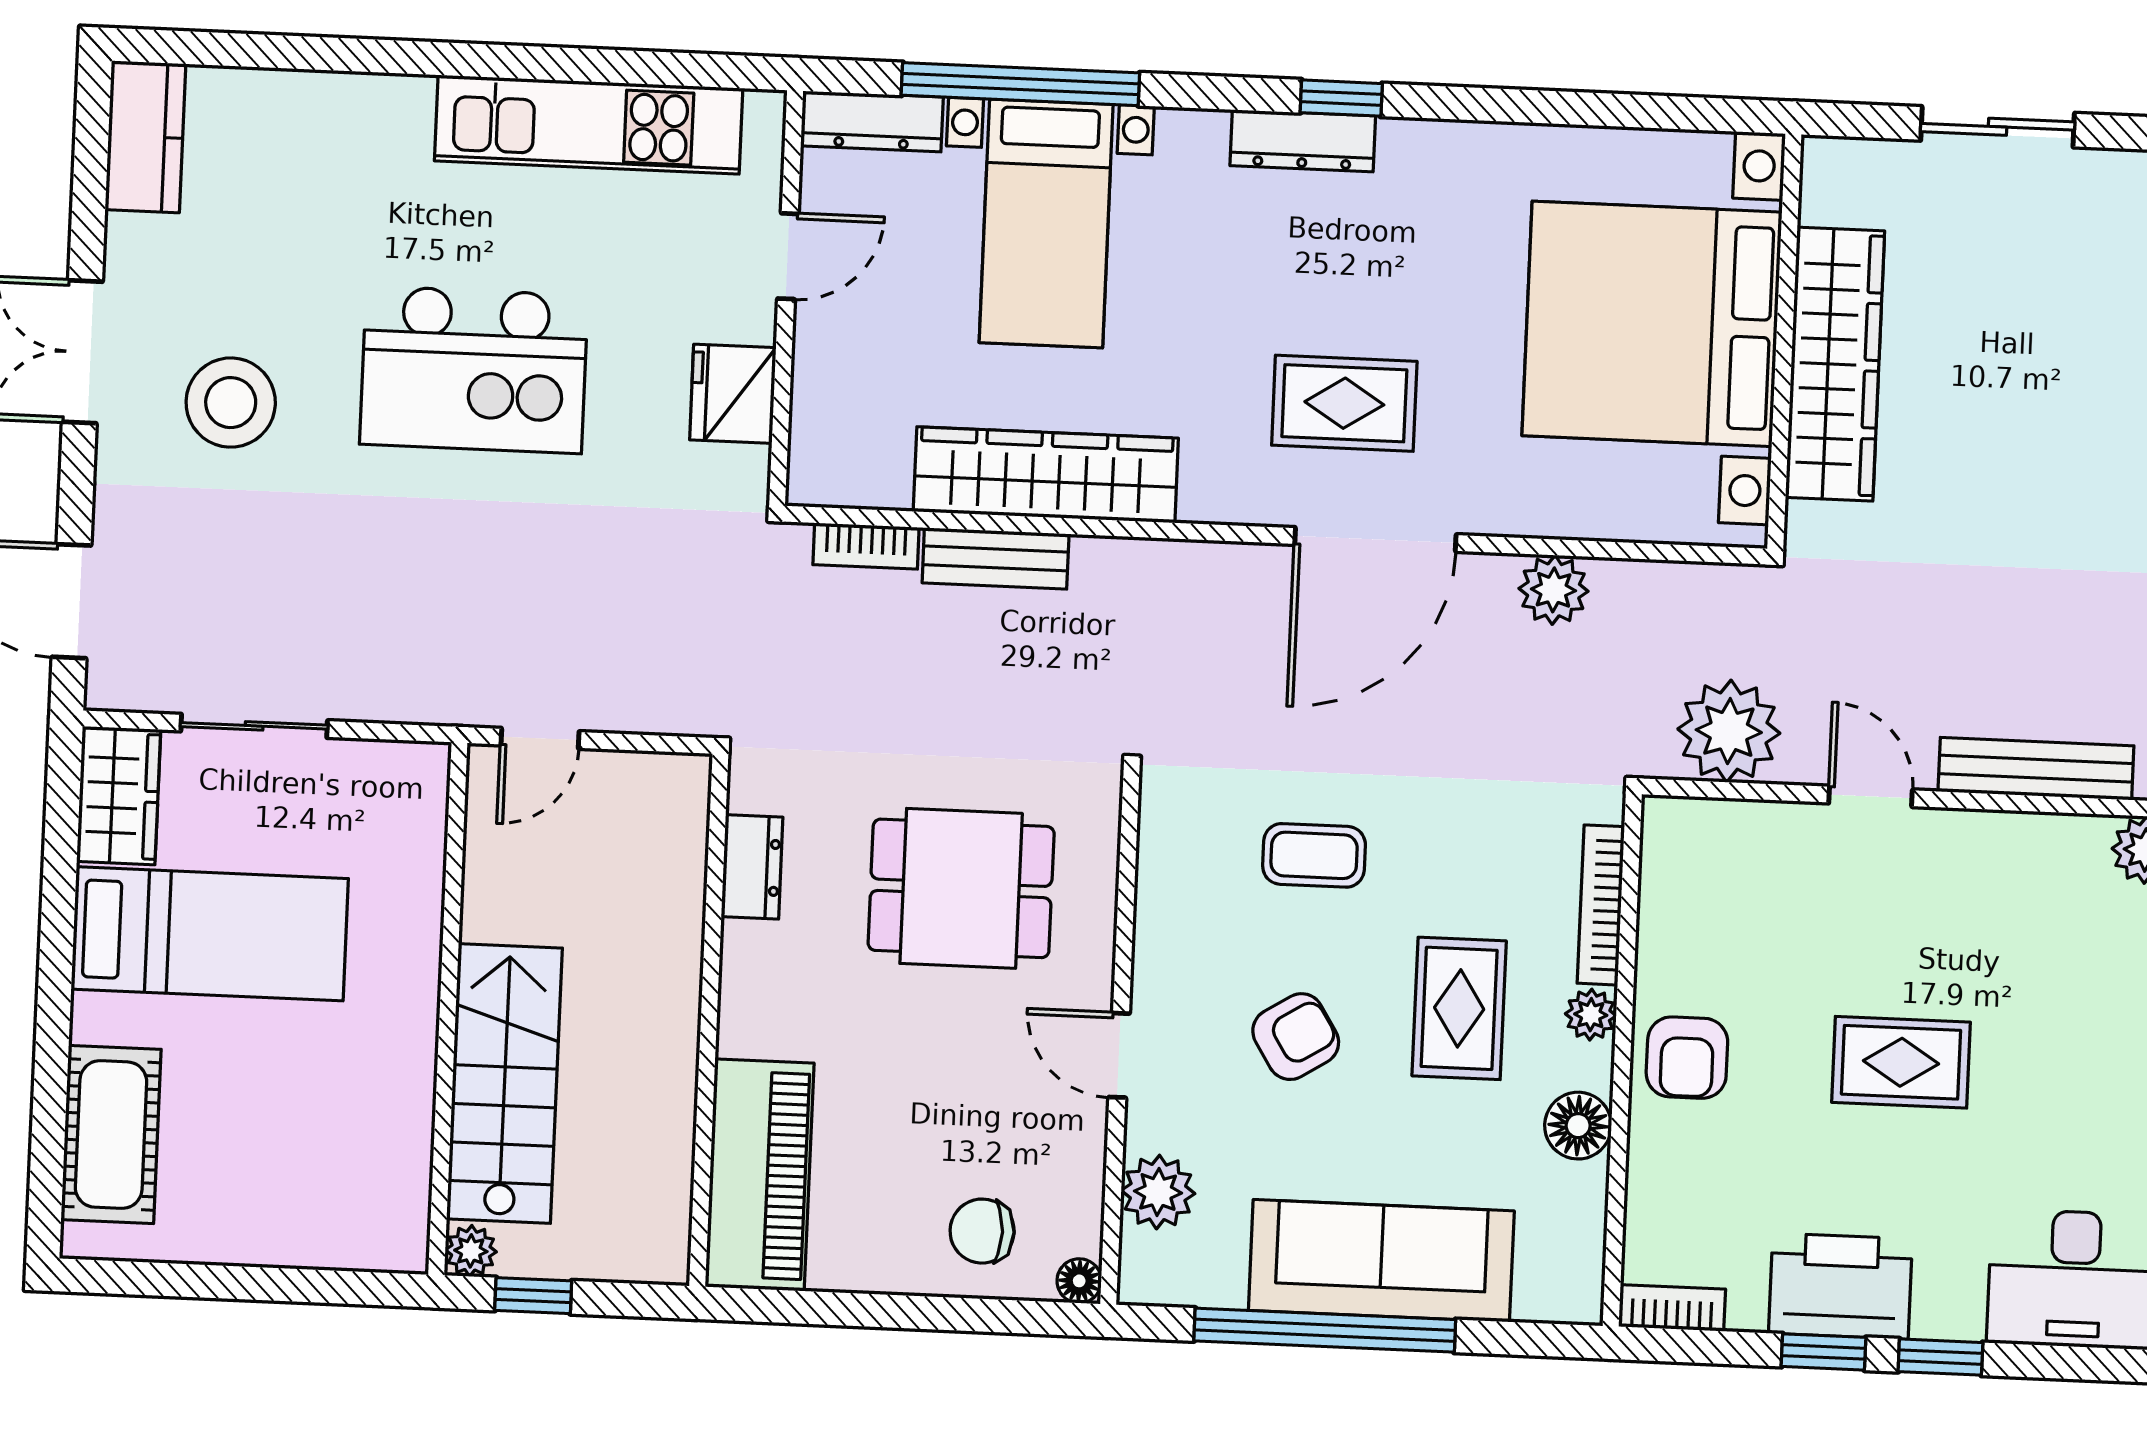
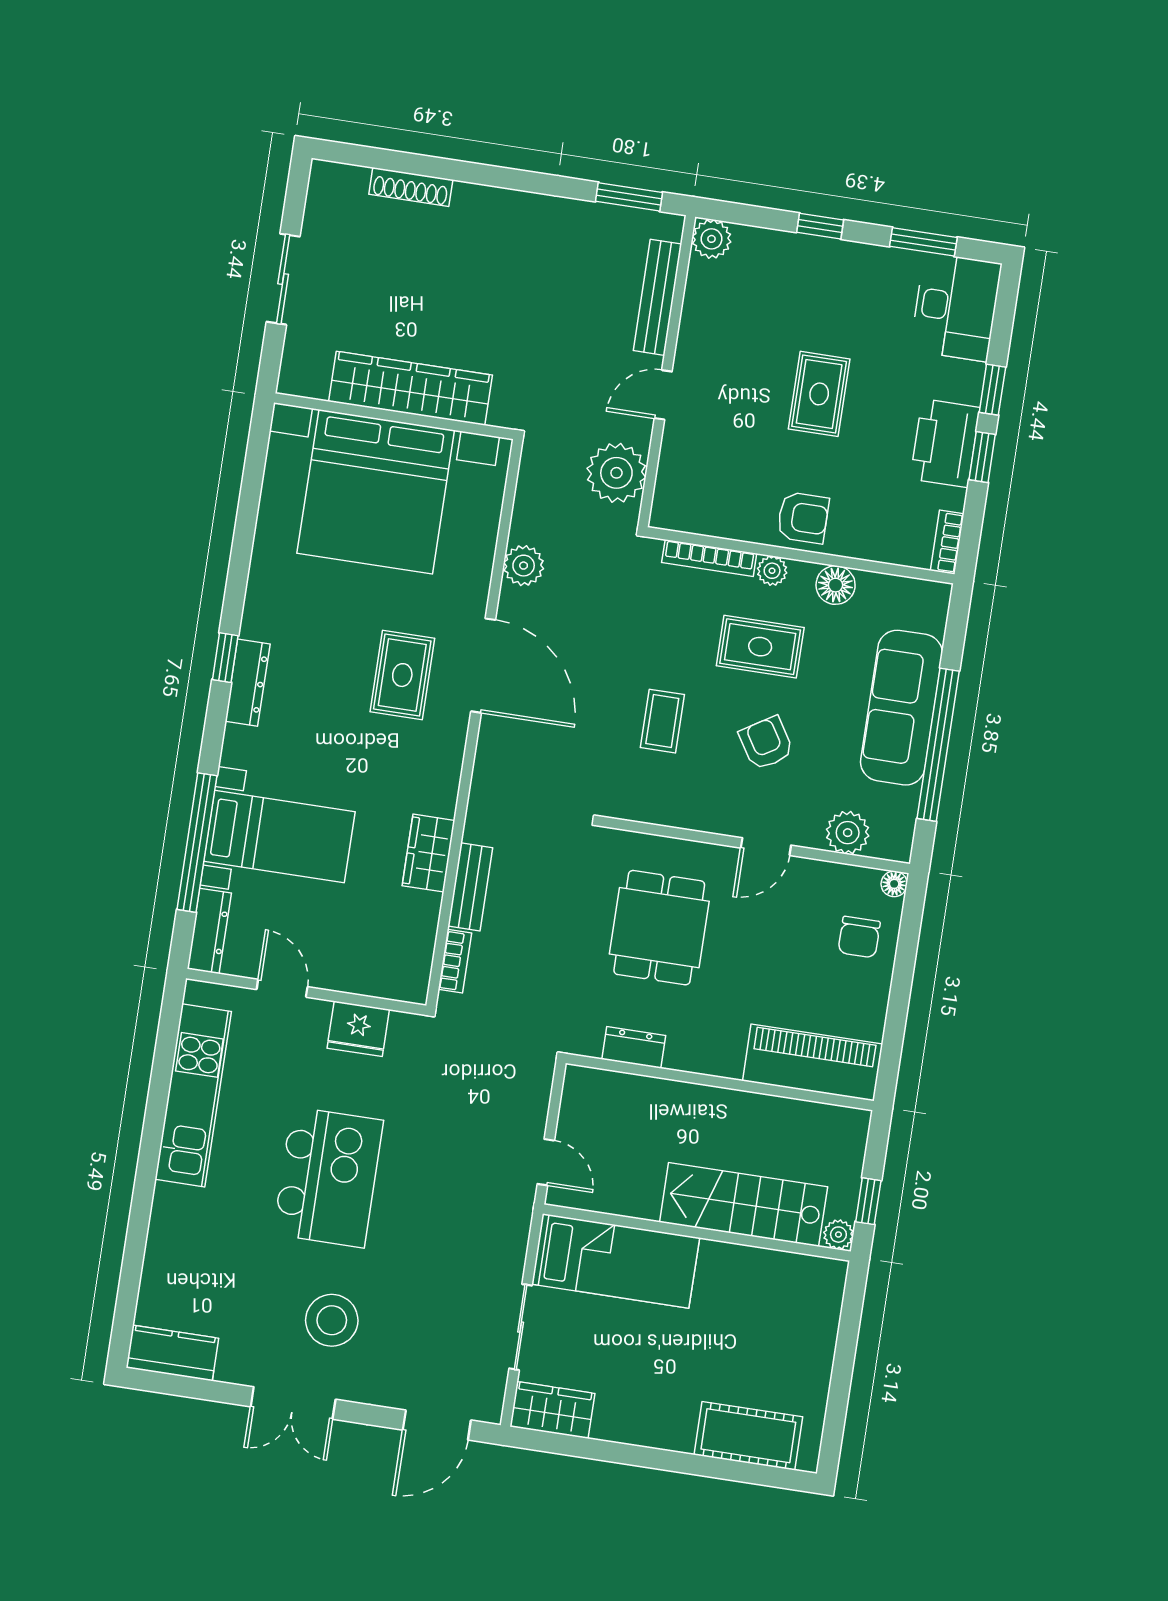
wardrobe: (1046, 475) -> (429, 853), width x0.48, depth x0.85
bed: (210, 934) -> (616, 1261), moved, turned 90

